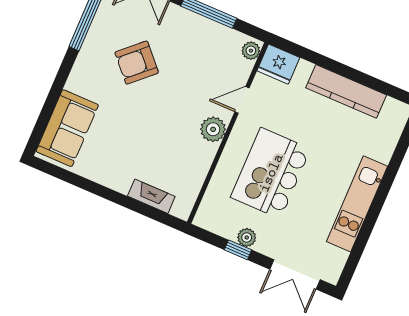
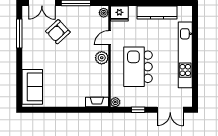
armchair: (137, 63) -> (58, 32), moved
fireplace: (151, 196) -> (97, 102), moved
kitchen unit: (357, 204) -> (185, 55), width x1.36
plant: (247, 237) -> (115, 102), moved

